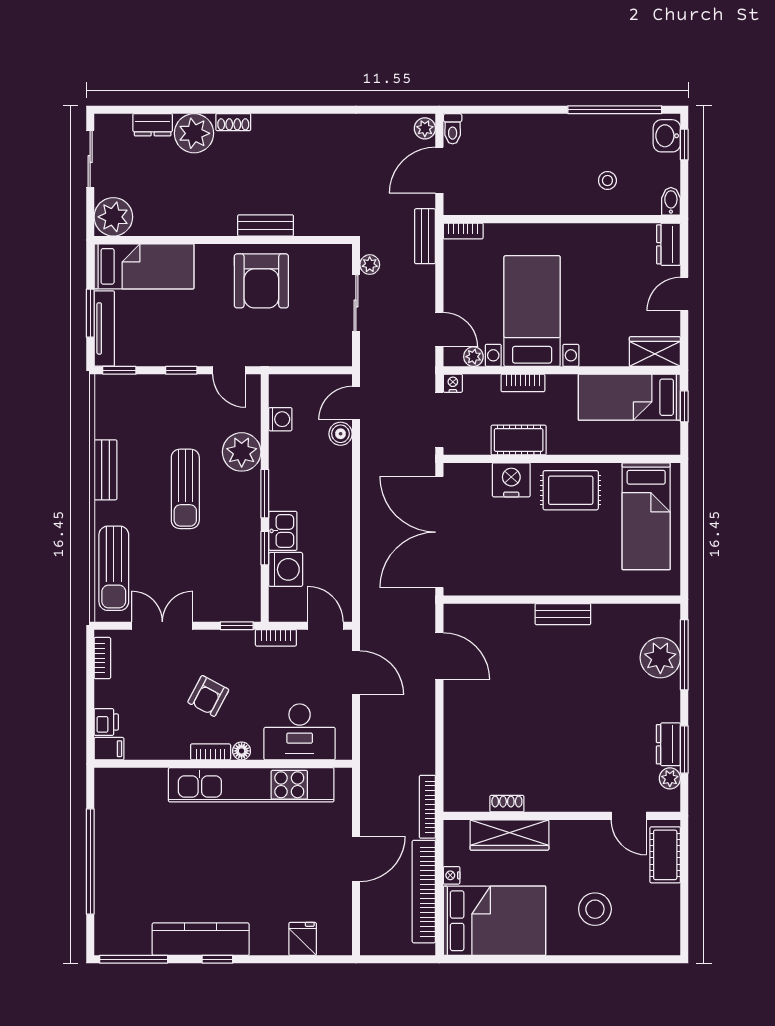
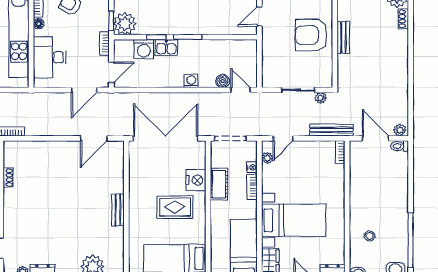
bench: (425, 236) -> (331, 130), width x1.36
bed with nightstands: (532, 311) -> (294, 220), moved
nightstand: (453, 383) -> (252, 167), moved
washing machine: (280, 419) -> (191, 81), moved, turned 180
plant: (242, 452) -> (125, 24), moved
rug: (571, 490) -> (175, 207), moved, turned 90

